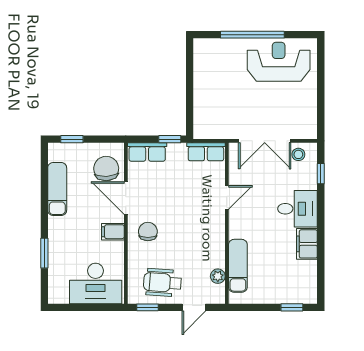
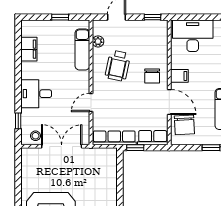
row of seats: (206, 152) -> (114, 138), width x1.48
filing cabinet: (307, 244) -> (29, 49), moved
wheelchair: (163, 283) -> (118, 66), moved, turned 98
window: (292, 307) -> (60, 17), moved

